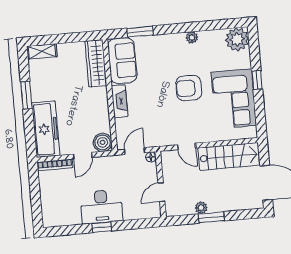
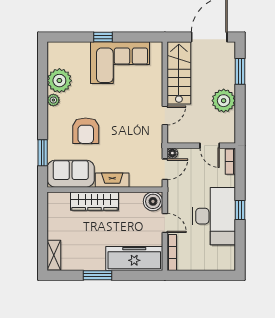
plant: (237, 39) -> (59, 81), moved
wardrobe: (96, 63) -> (95, 201), moved
armchair: (189, 88) -> (86, 131), moved
door: (135, 151) -> (165, 169), swing flipped
desk: (101, 207) -> (214, 216), width x1.36, depth x1.30
plant: (201, 208) -> (224, 101), width x1.87, depth x1.87
bookcase: (148, 214) -> (230, 162), added
window: (211, 217) -> (240, 71), moved

